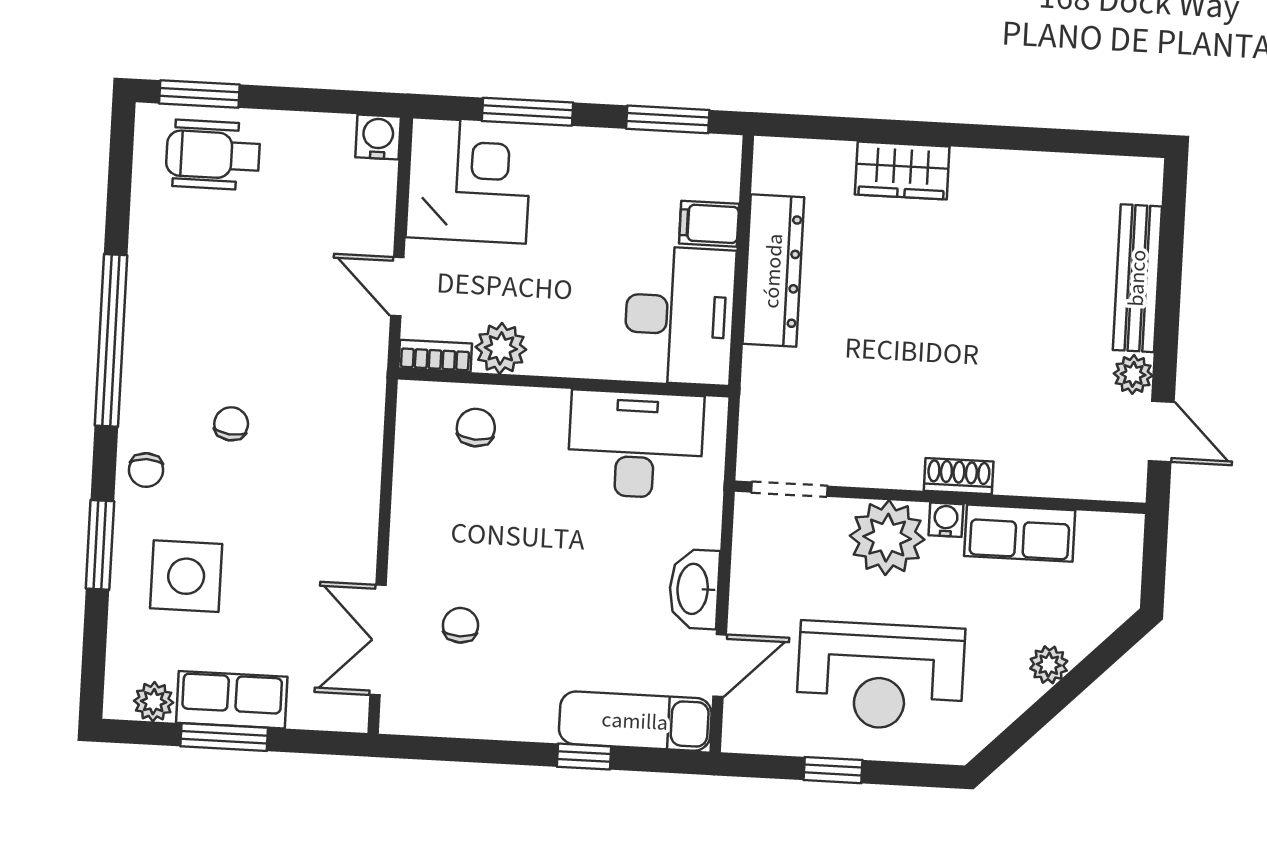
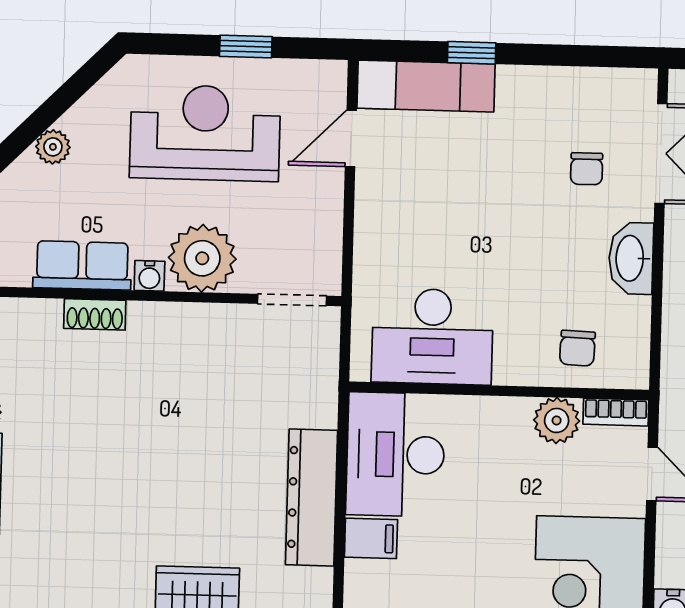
shoe rack: (959, 476) -> (95, 314), moved
washbasin: (694, 589) -> (631, 258), moved, turned 180

